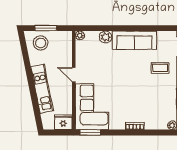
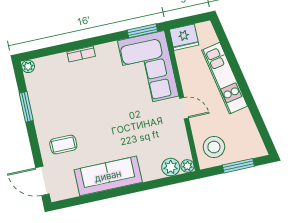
plant: (106, 37) -> (171, 167), moved
stool: (41, 43) -> (214, 147), moved

